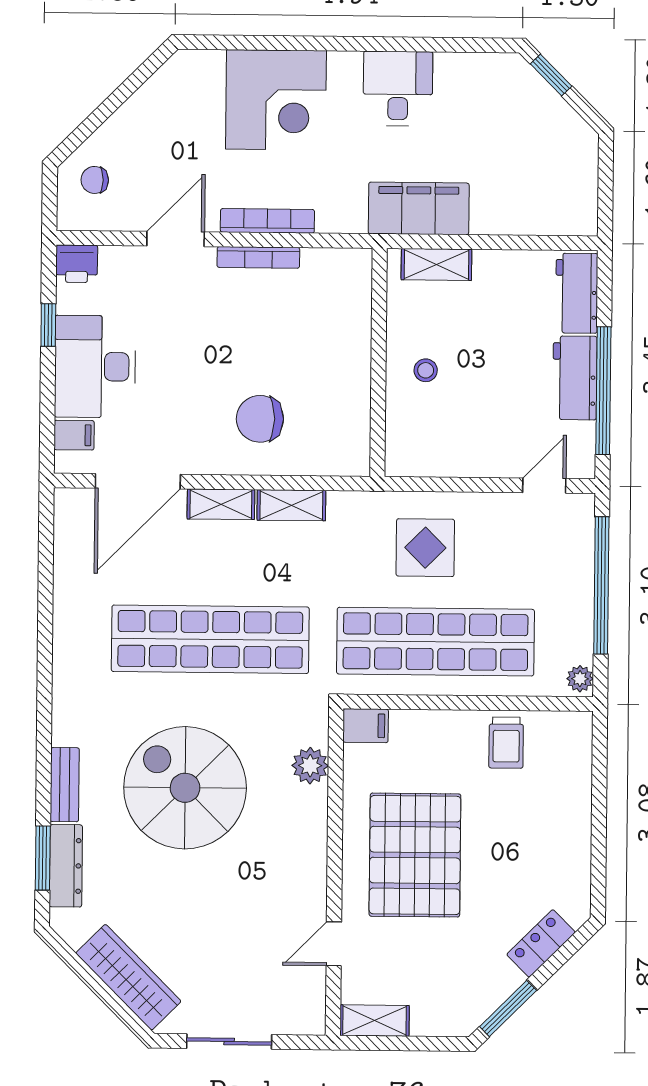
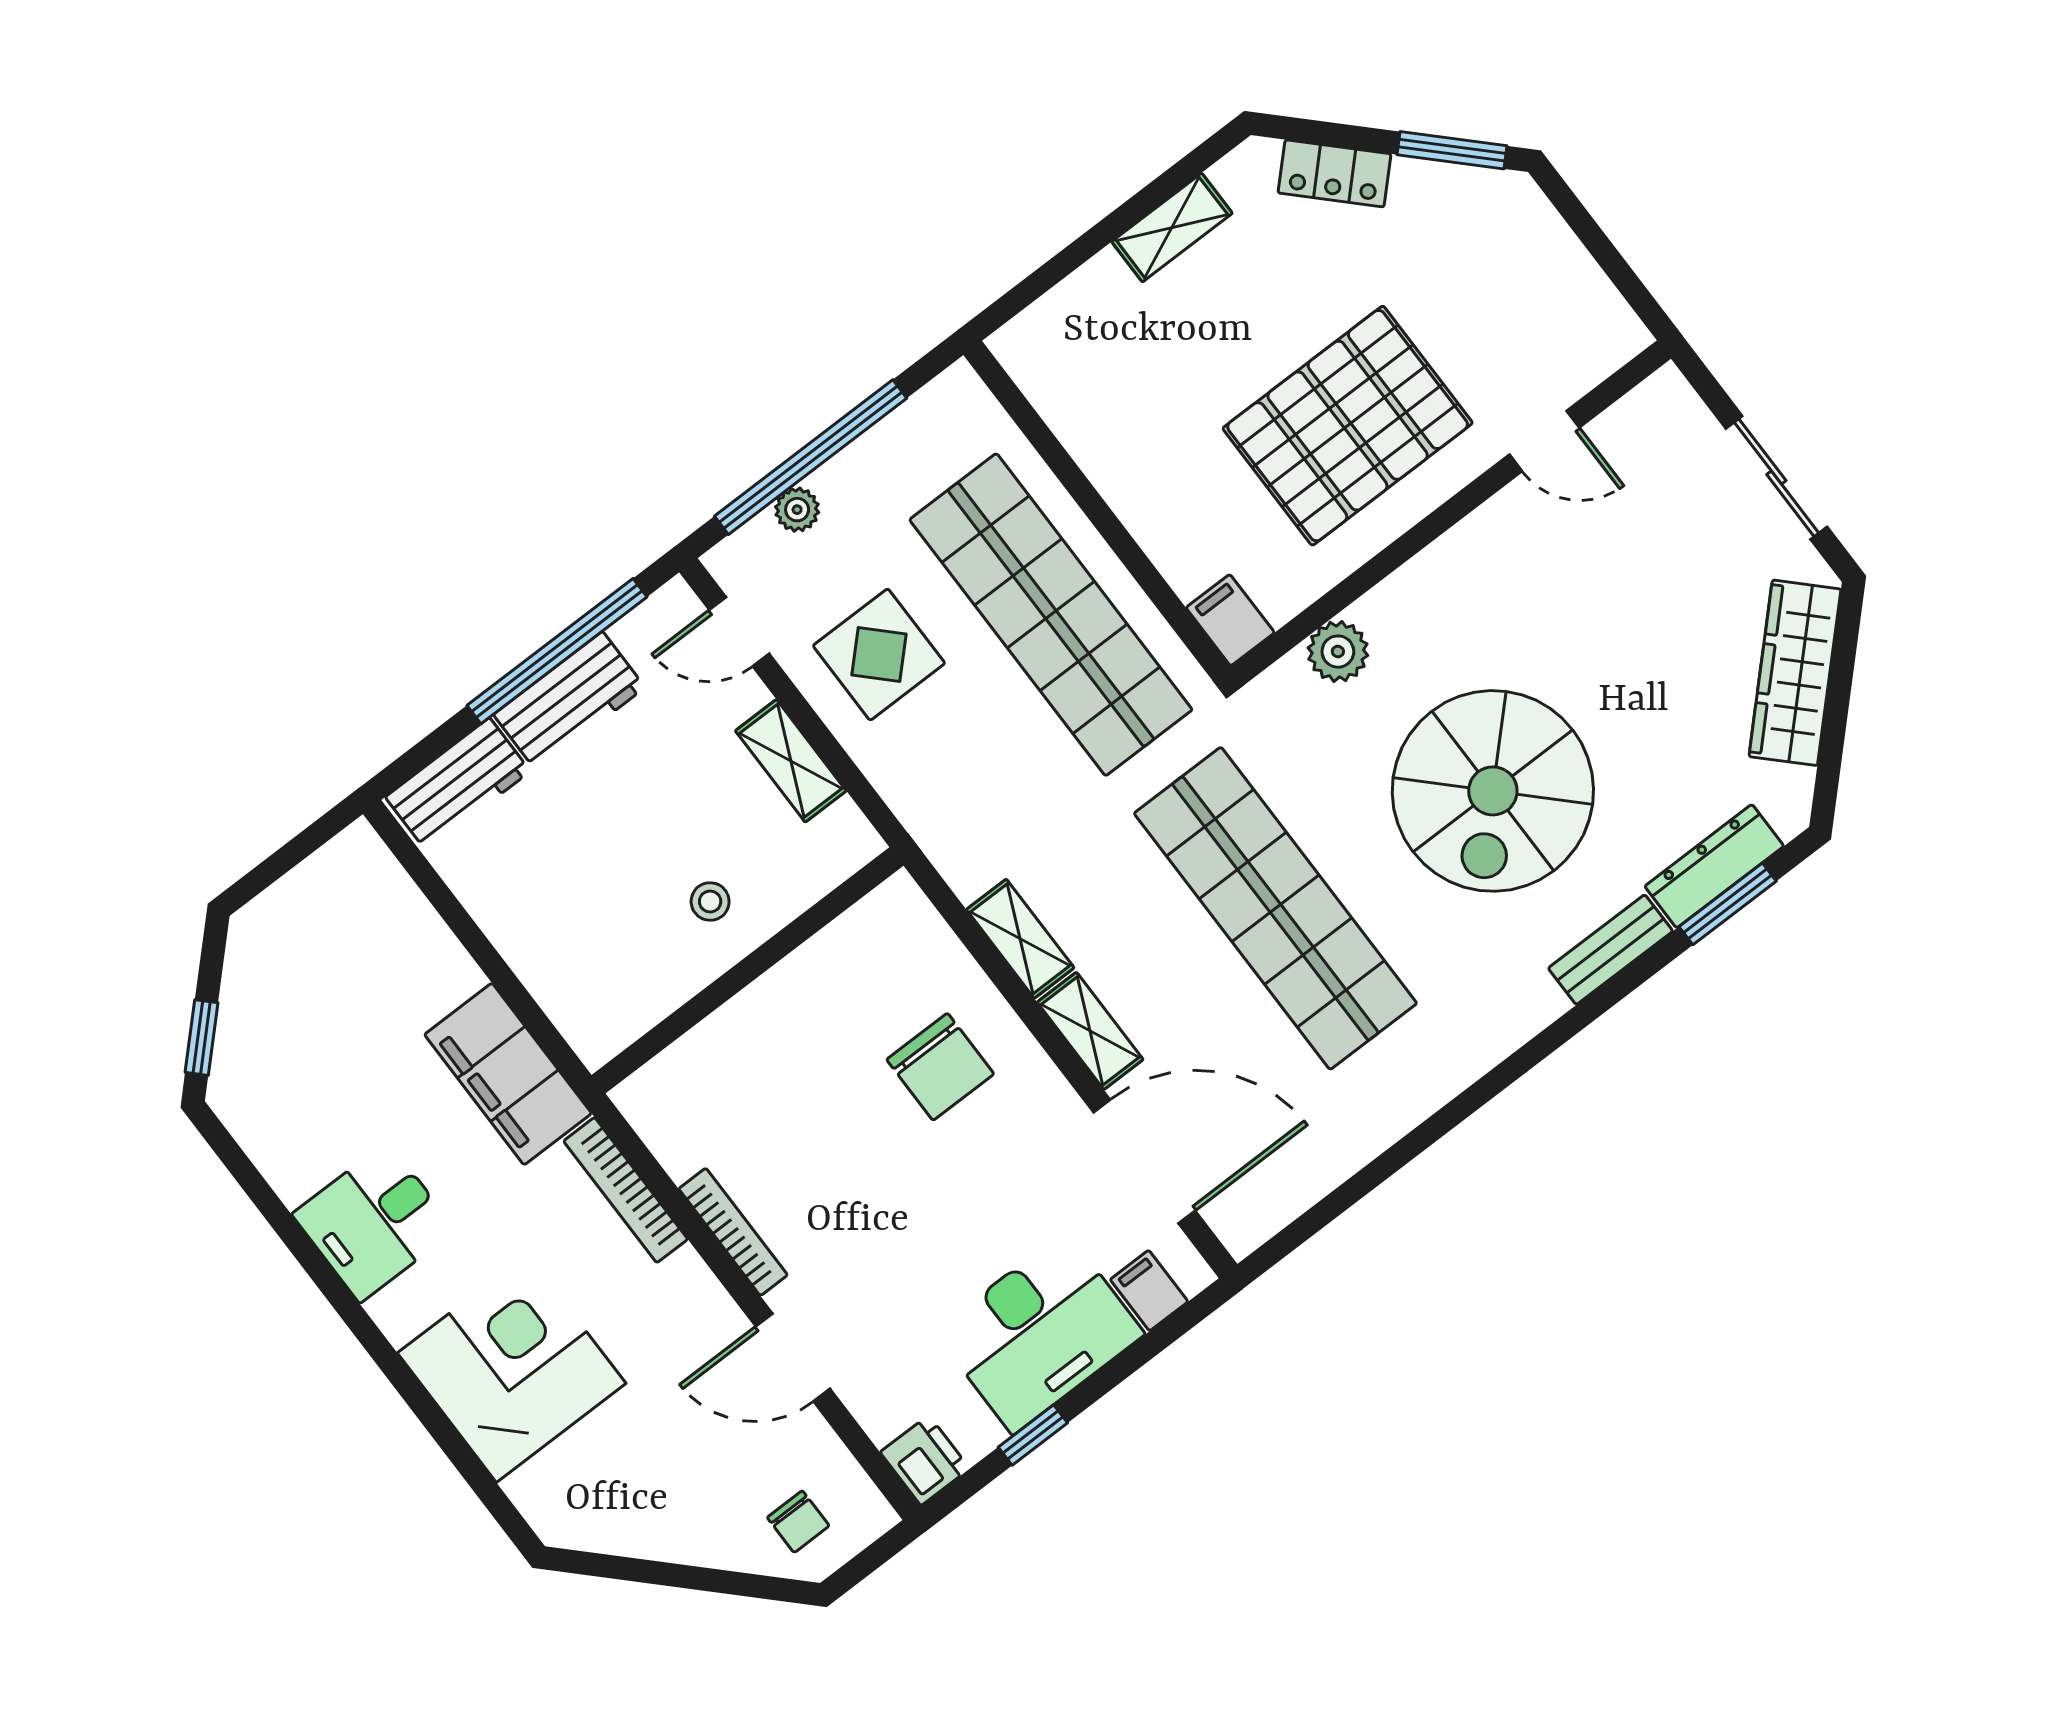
bookcase: (267, 221) -> (626, 1190), moved
shelving: (436, 265) -> (791, 761), moved
display table: (425, 548) -> (879, 654), moved
plant: (580, 679) -> (797, 510), moved
trolley: (506, 743) -> (1110, 421), removed
shelving: (375, 1020) -> (1172, 227), moved, turned 90

